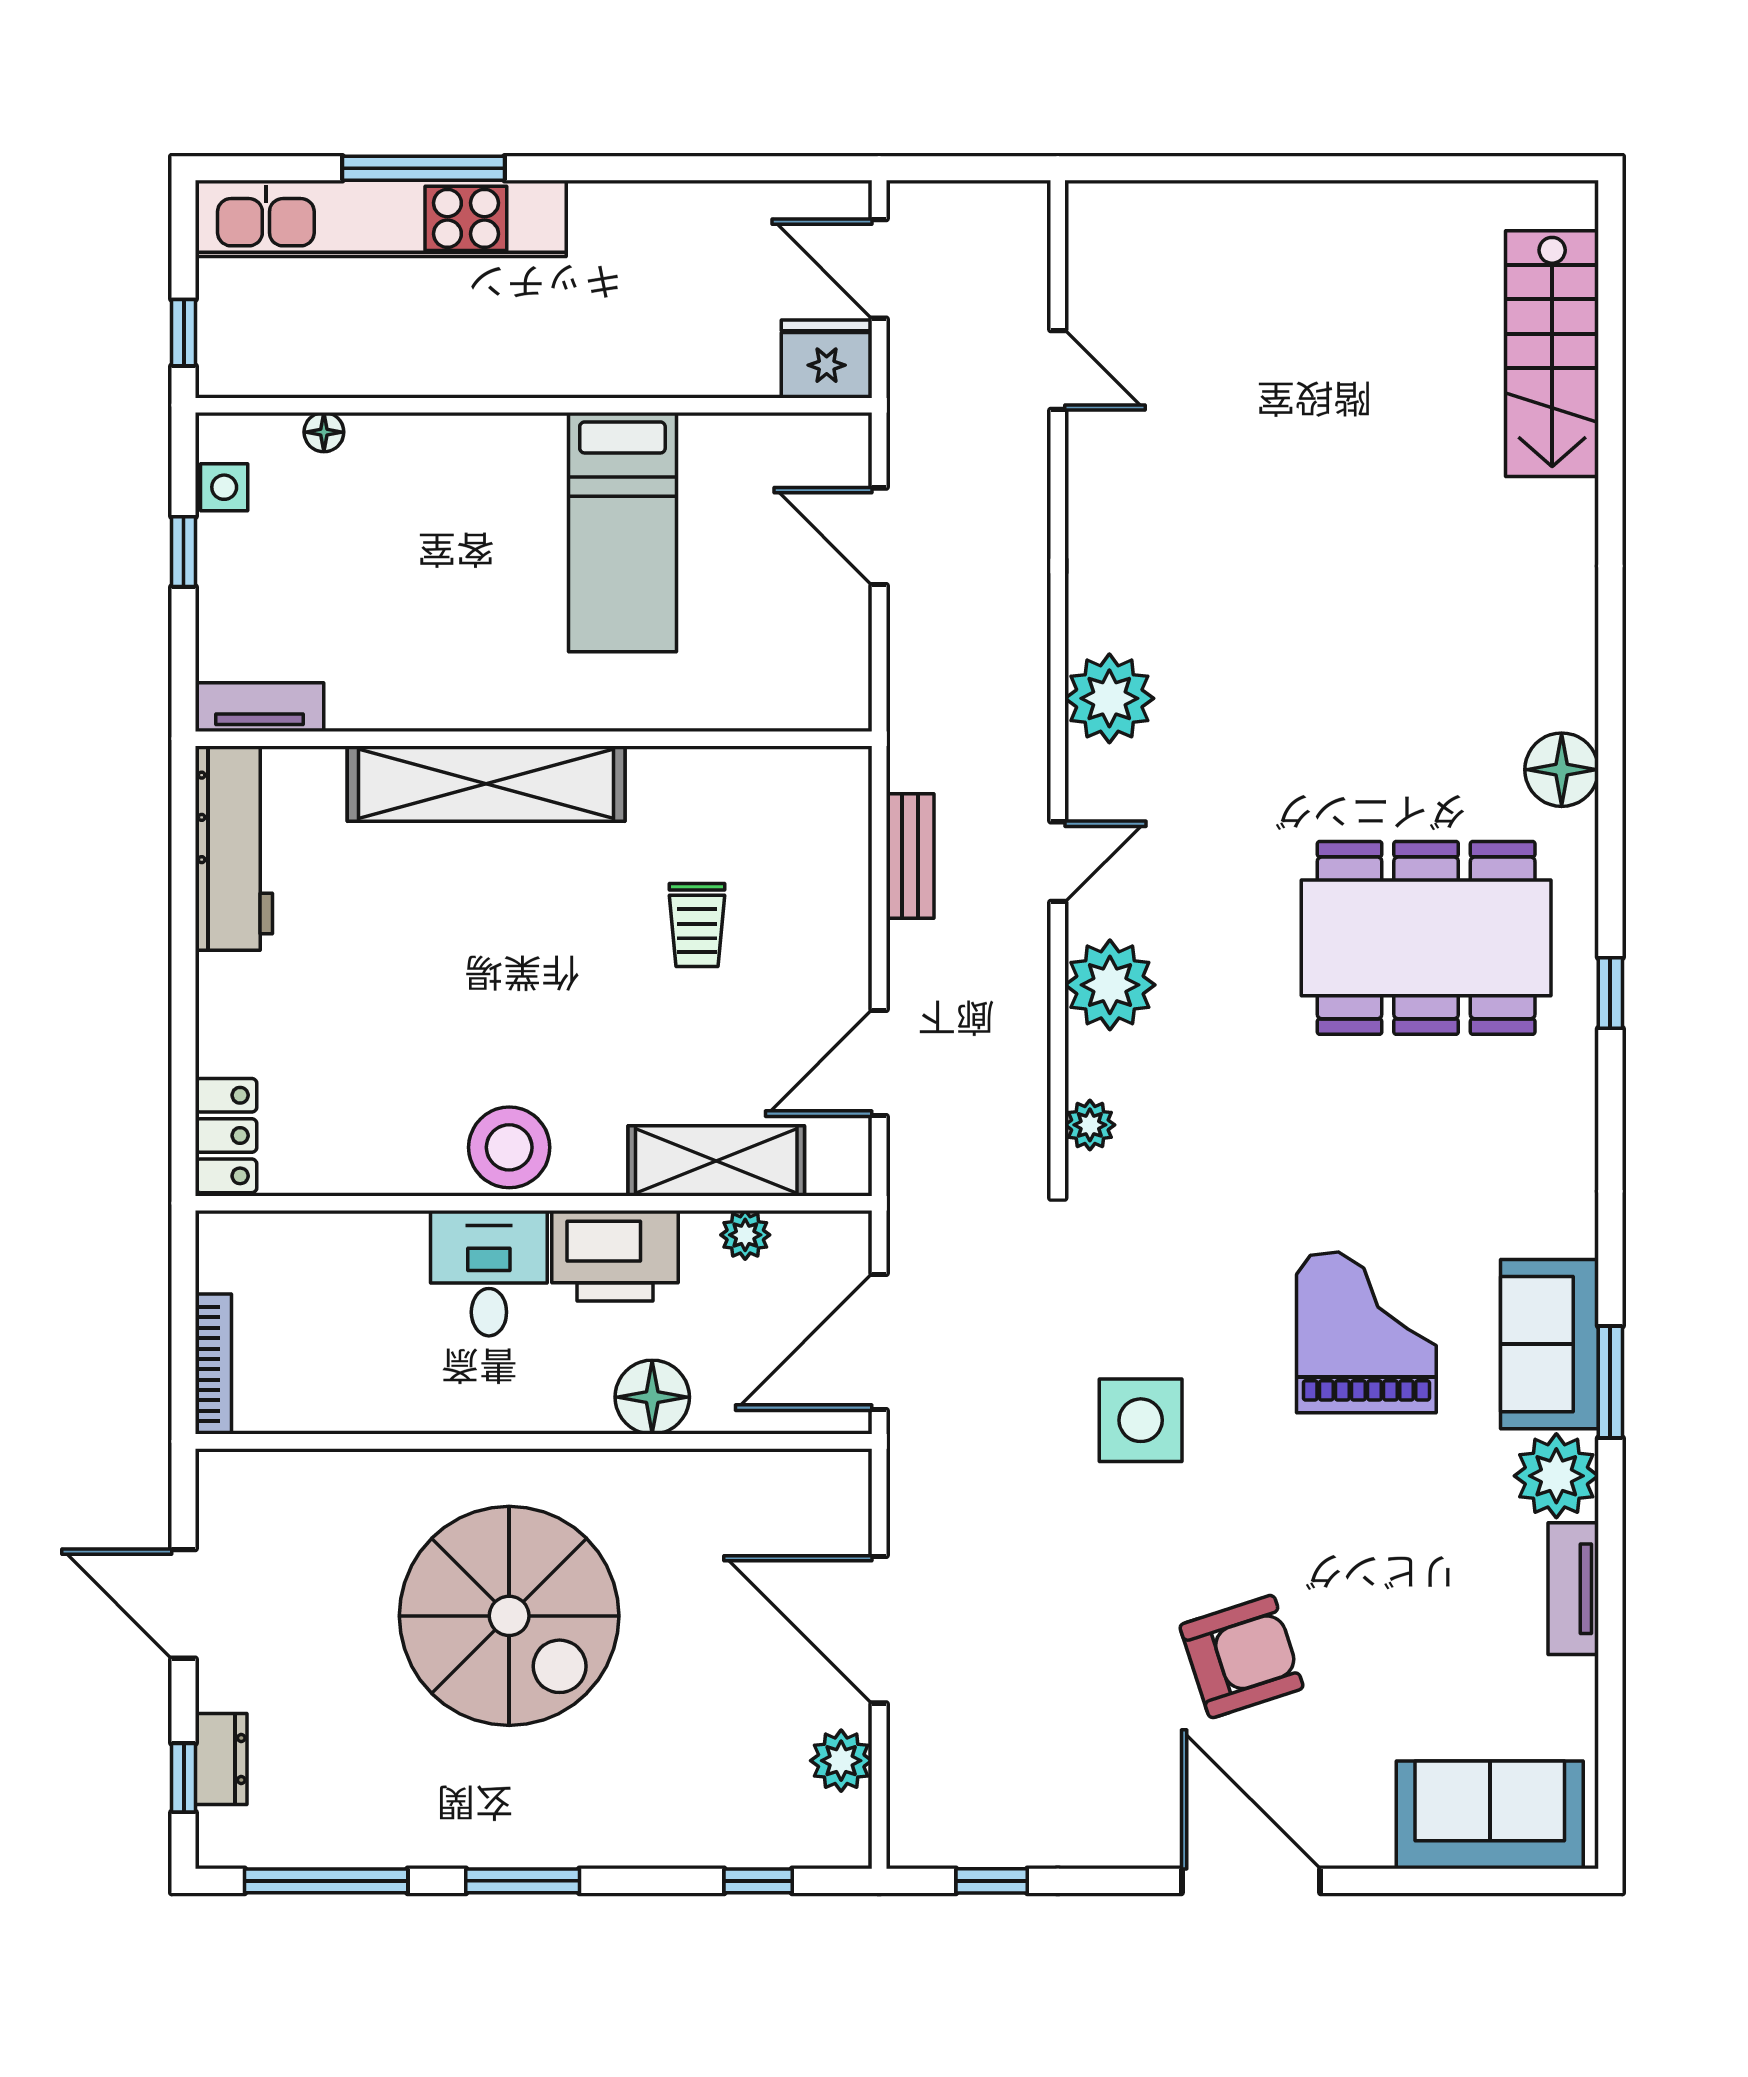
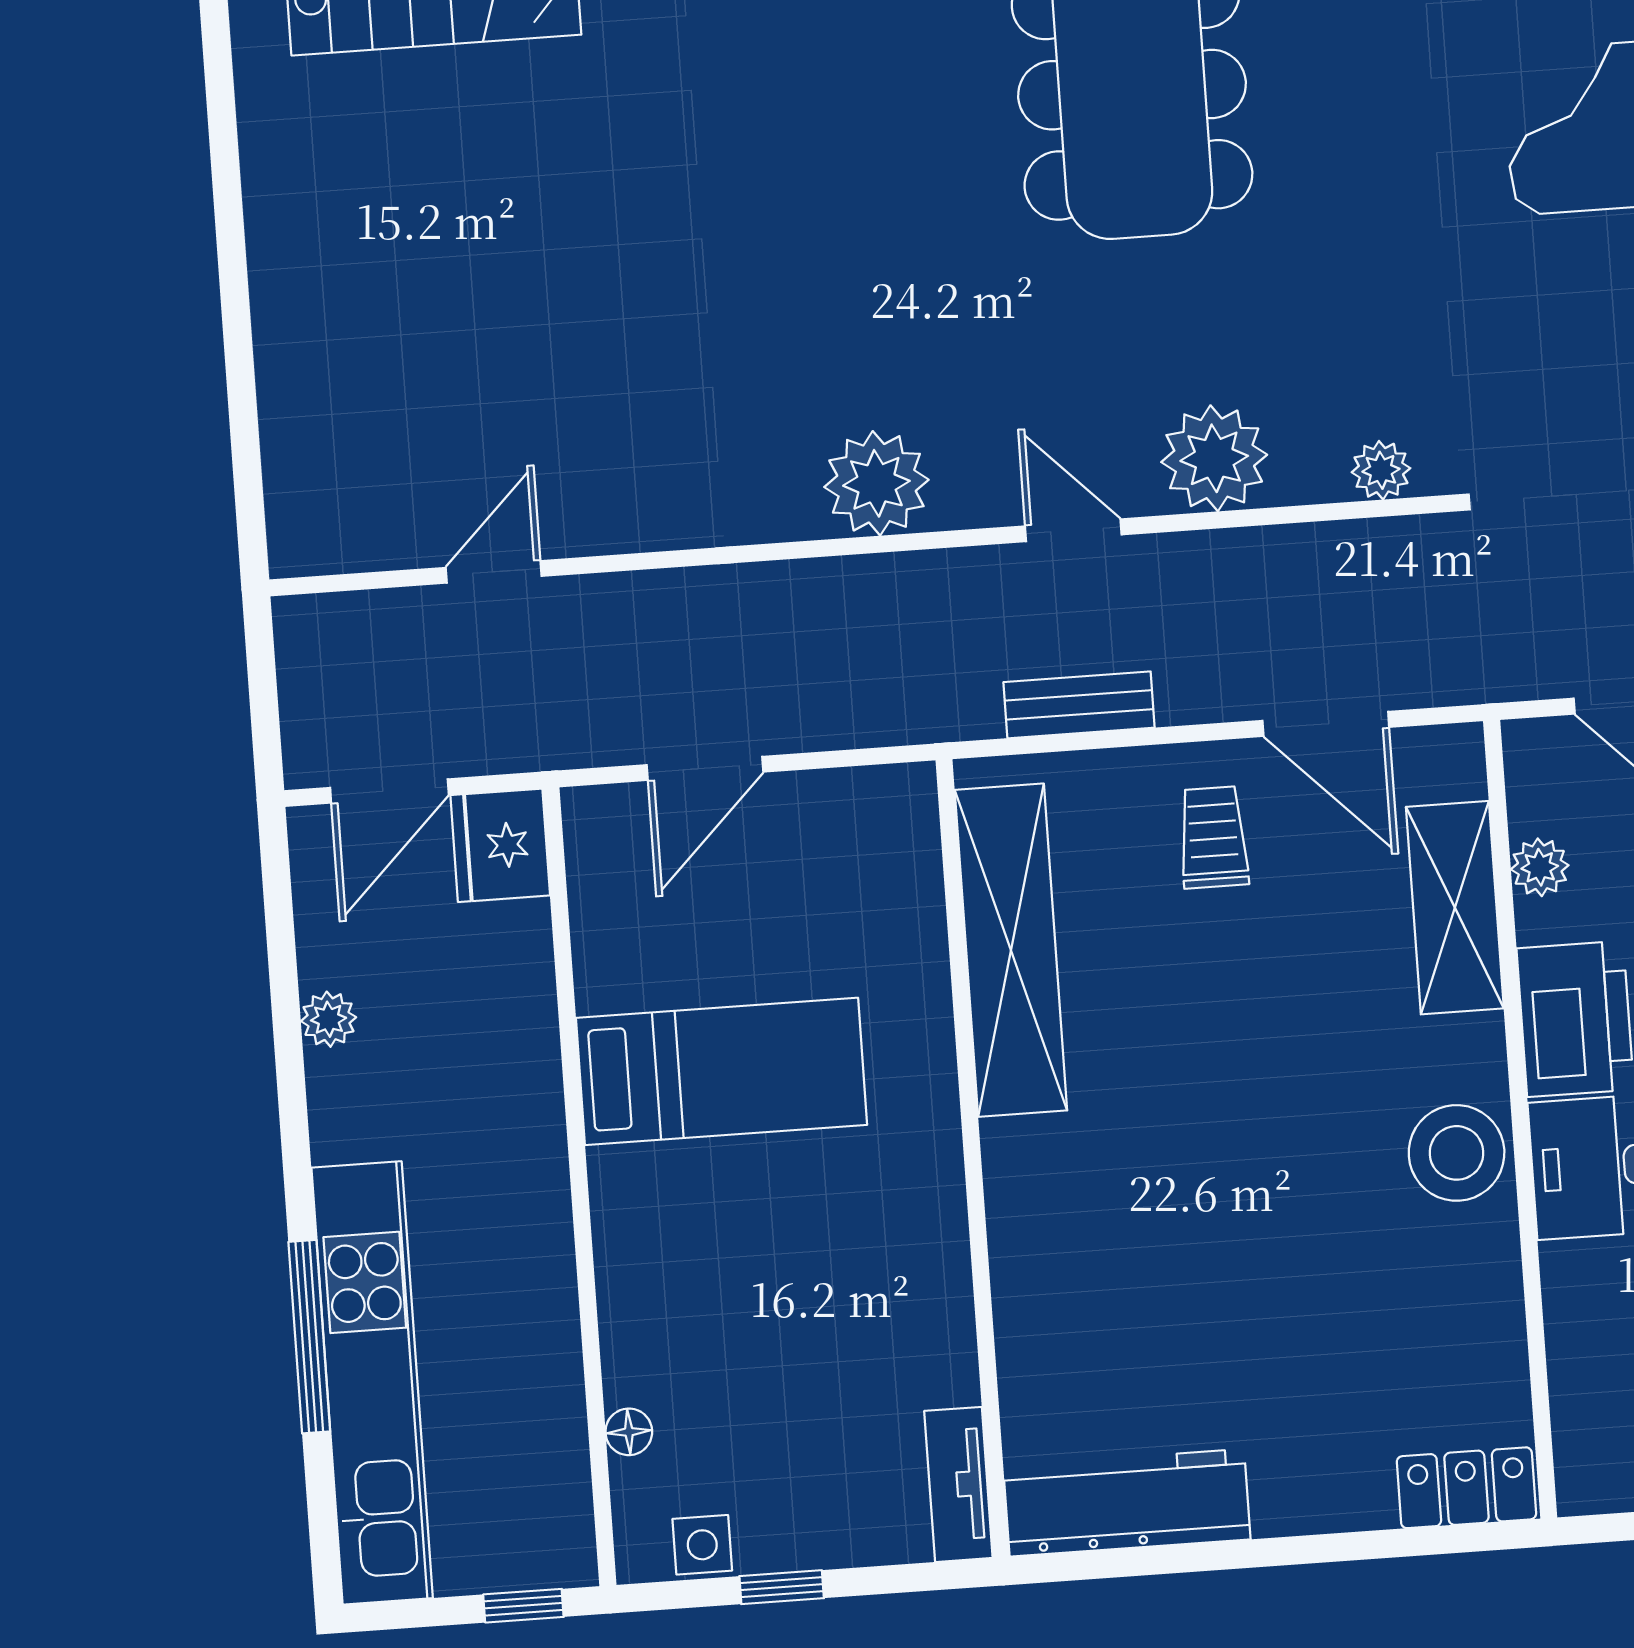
plant: (690, 204) -> (329, 1019), added
shelving: (486, 784) -> (1011, 950), moved
trolley: (697, 925) -> (1213, 837), moved, turned -90

